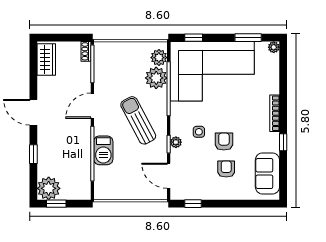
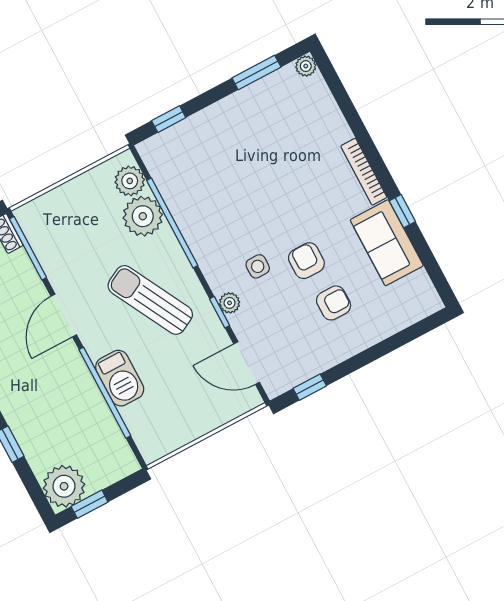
corner sofa: (212, 71) -> (227, 158), removed
armchair: (226, 169) -> (334, 303), turned 90
sofa: (267, 173) -> (387, 243), moved

